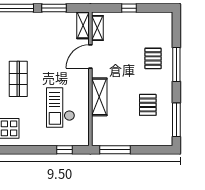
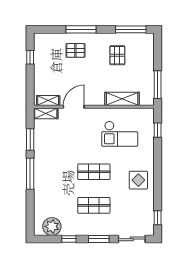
window: (129, 8) -> (30, 57), moved
door: (90, 56) -> (74, 107), swing flipped
shelving: (99, 97) -> (122, 99), moved
pallet: (148, 105) -> (117, 55), turned 90

